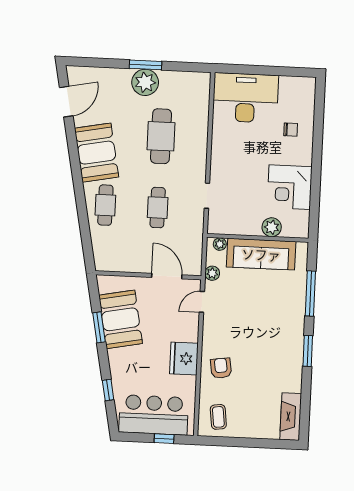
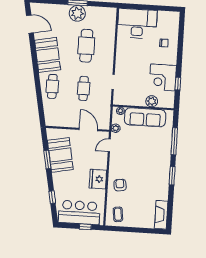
door: (66, 102) -> (30, 24), hinge flipped
window: (315, 197) -> (178, 84), added

